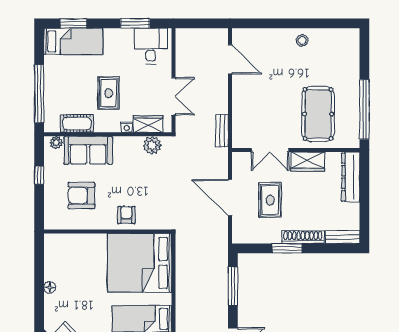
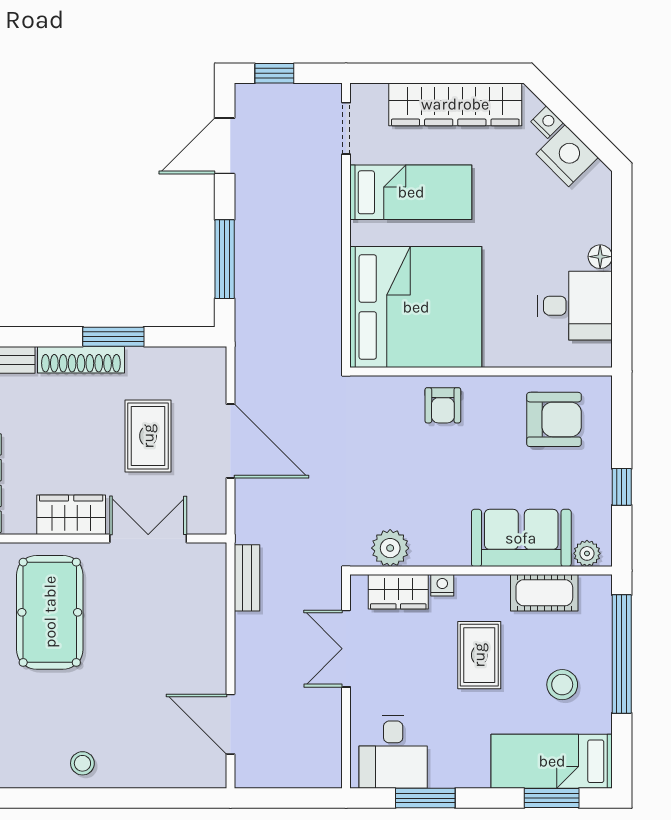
stool: (68, 79) -> (562, 685), added
armchair: (81, 196) -> (554, 419), moved
desk: (62, 264) -> (575, 306), added

